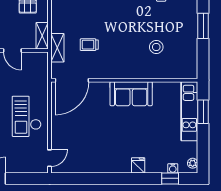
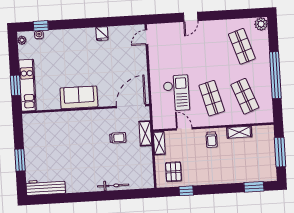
stool: (156, 47) -> (60, 139), removed
checkout: (27, 116) -> (176, 93), moved
fridge: (138, 165) -> (102, 34), moved

